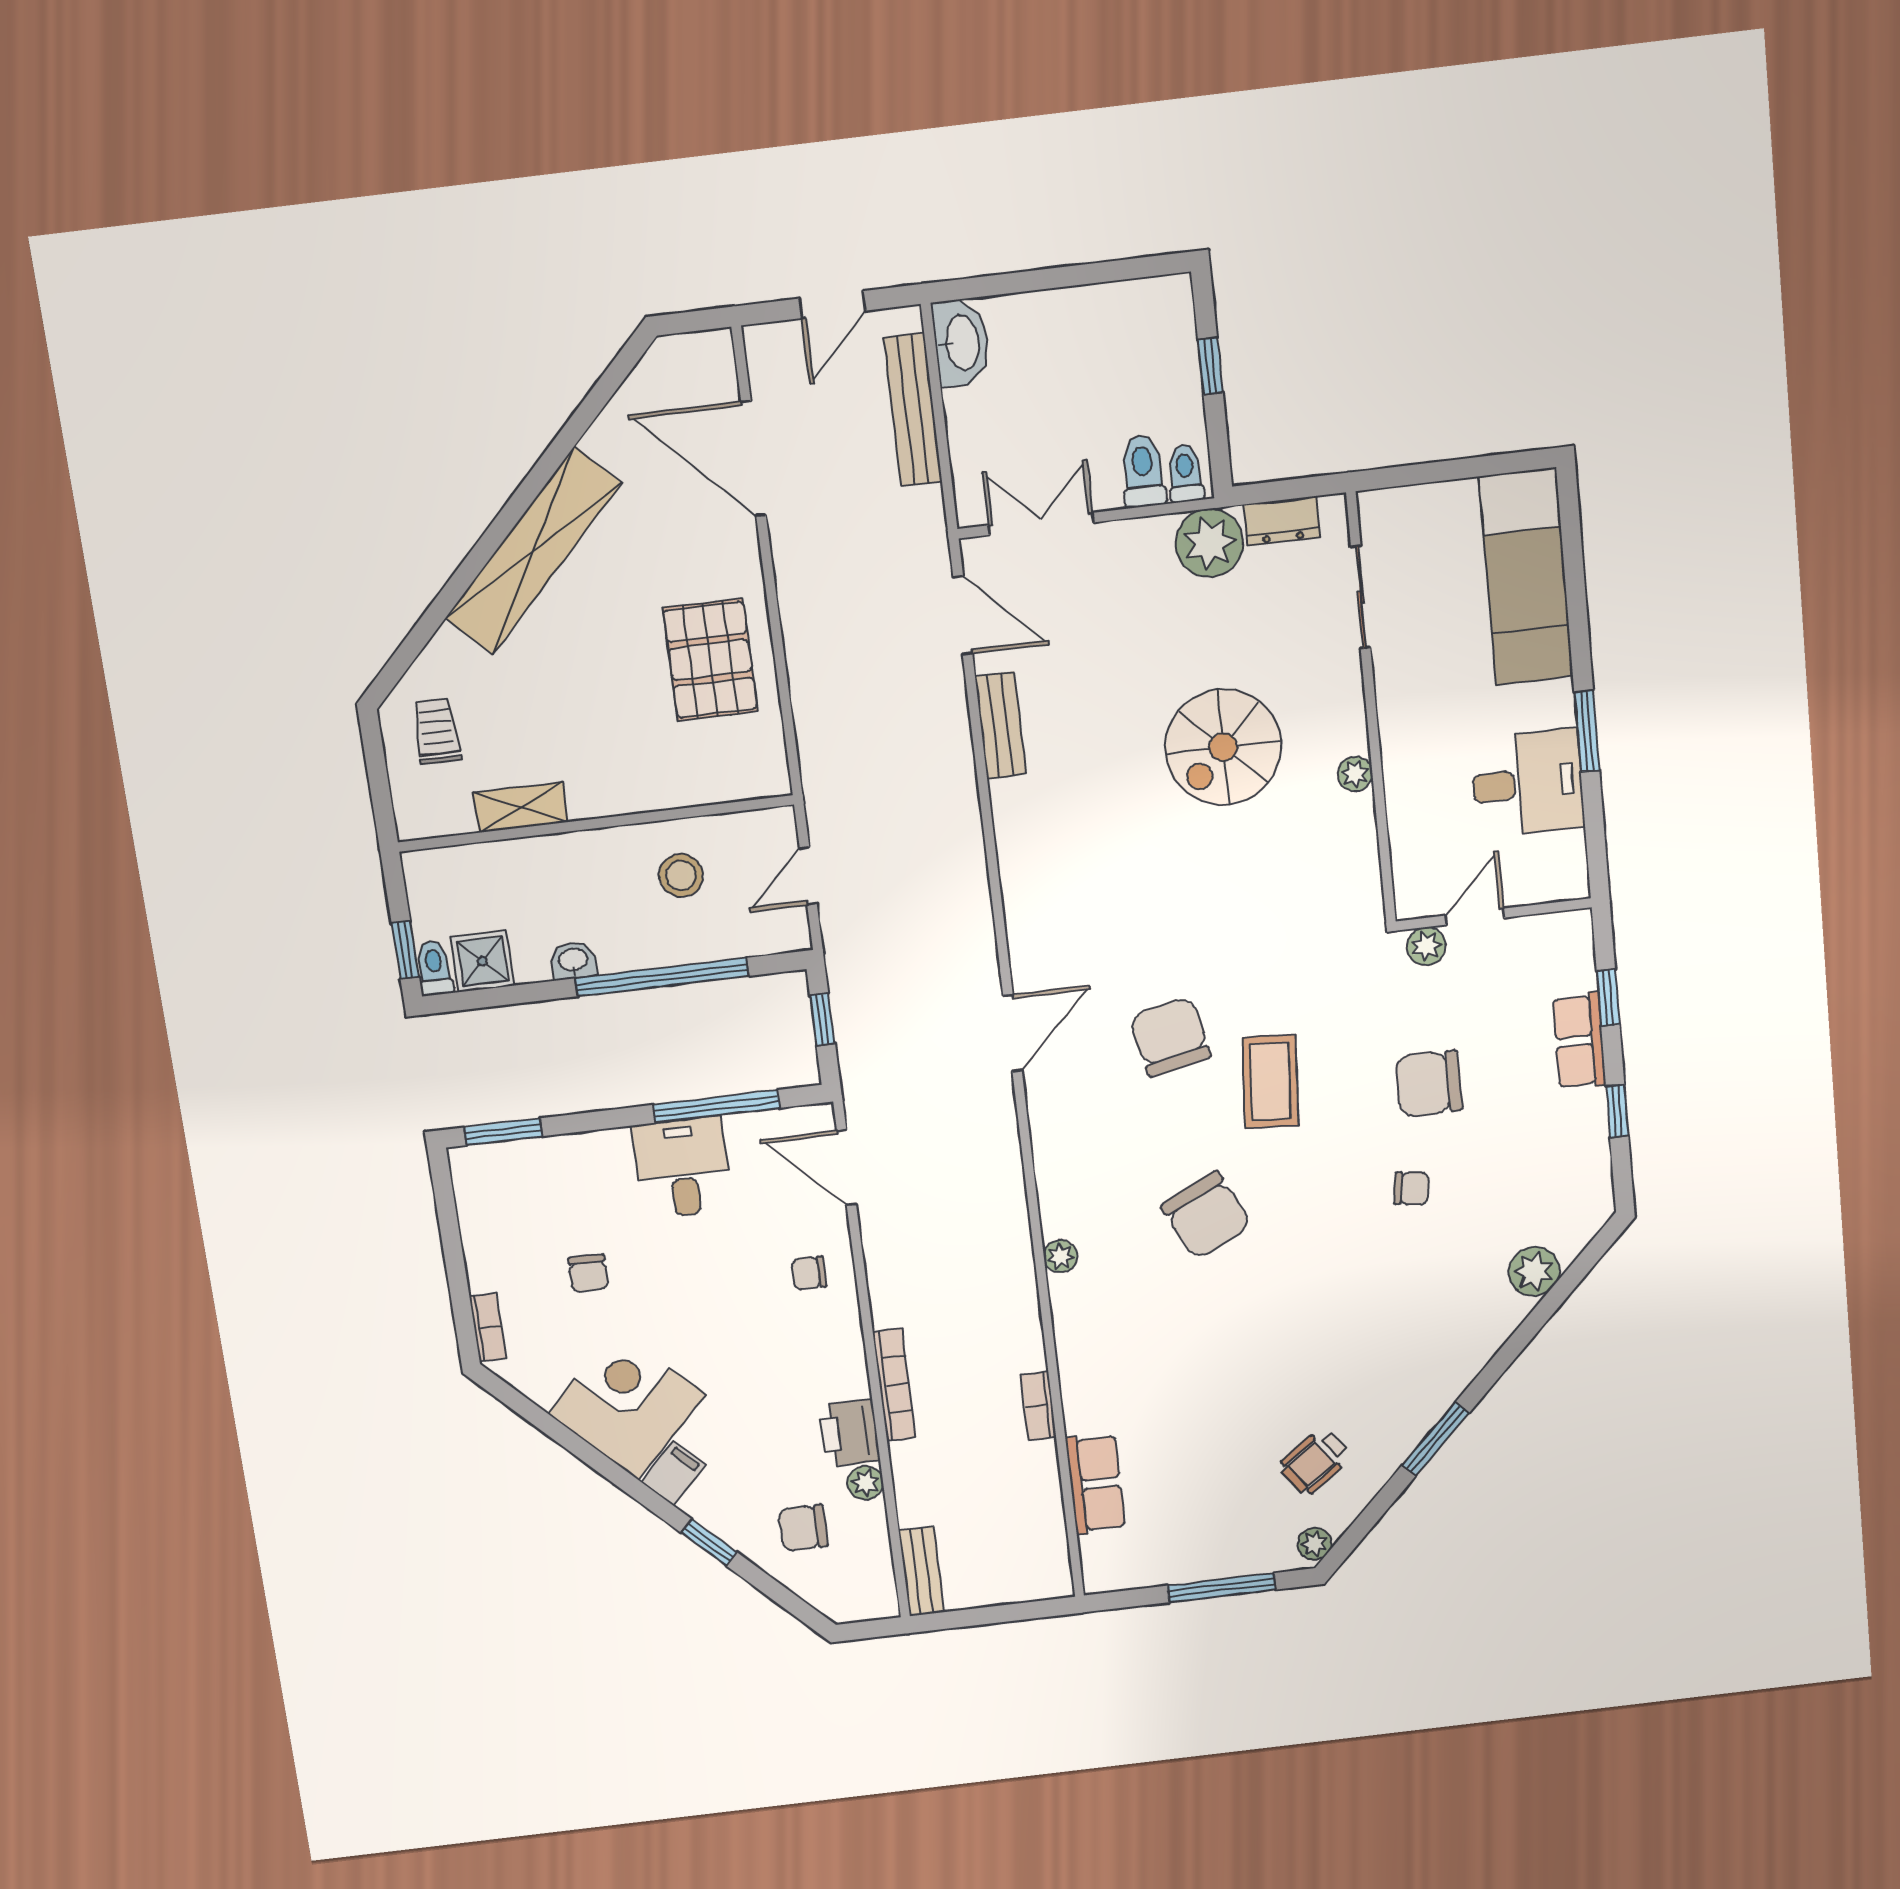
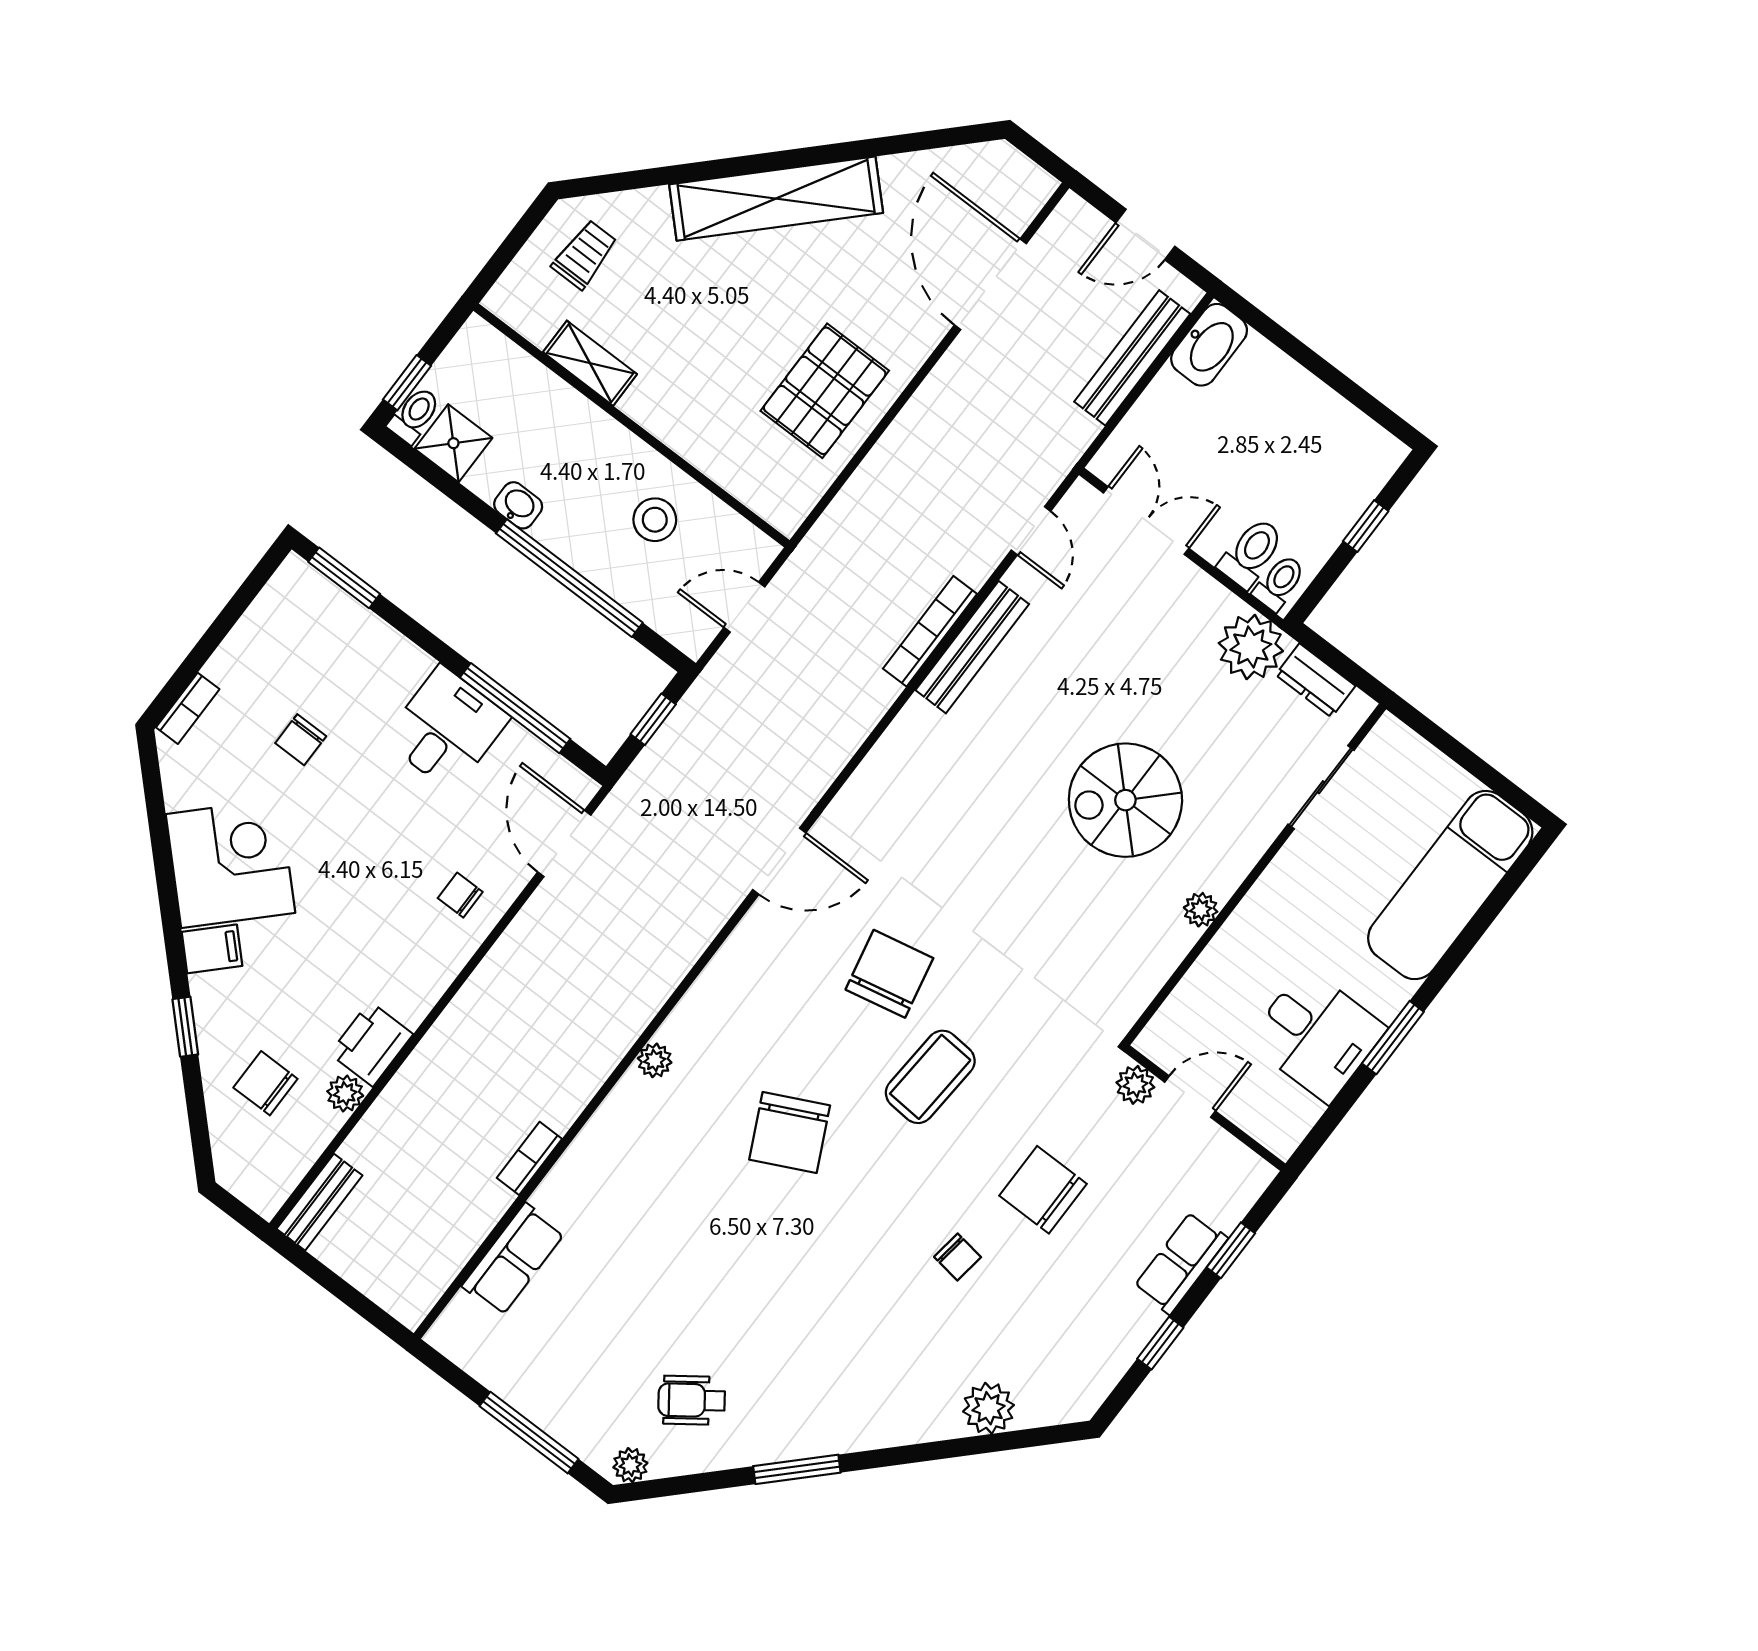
door: (963, 615) -> (1031, 531), width x0.73
bench: (1000, 725) -> (972, 647), width x1.36
bookcase: (894, 1385) -> (930, 631), moved, turned 180

